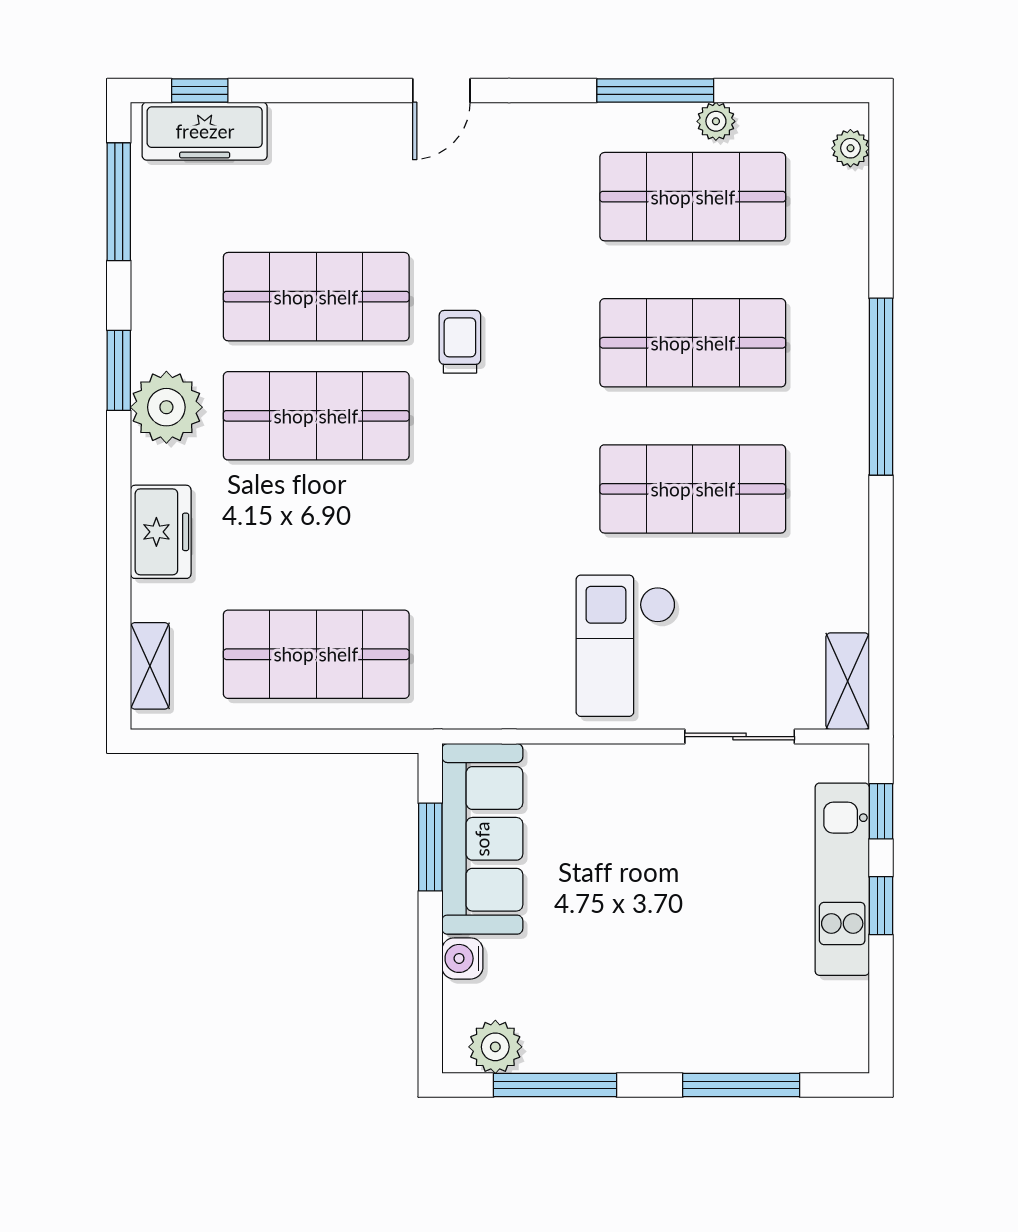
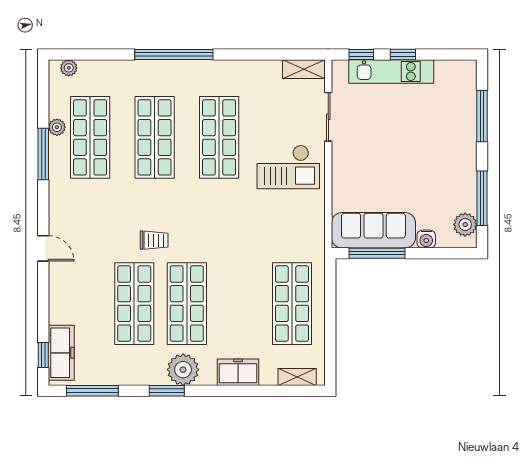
trolley: (460, 342) -> (154, 240), turned 180
window: (430, 847) -> (377, 253), width x1.44

